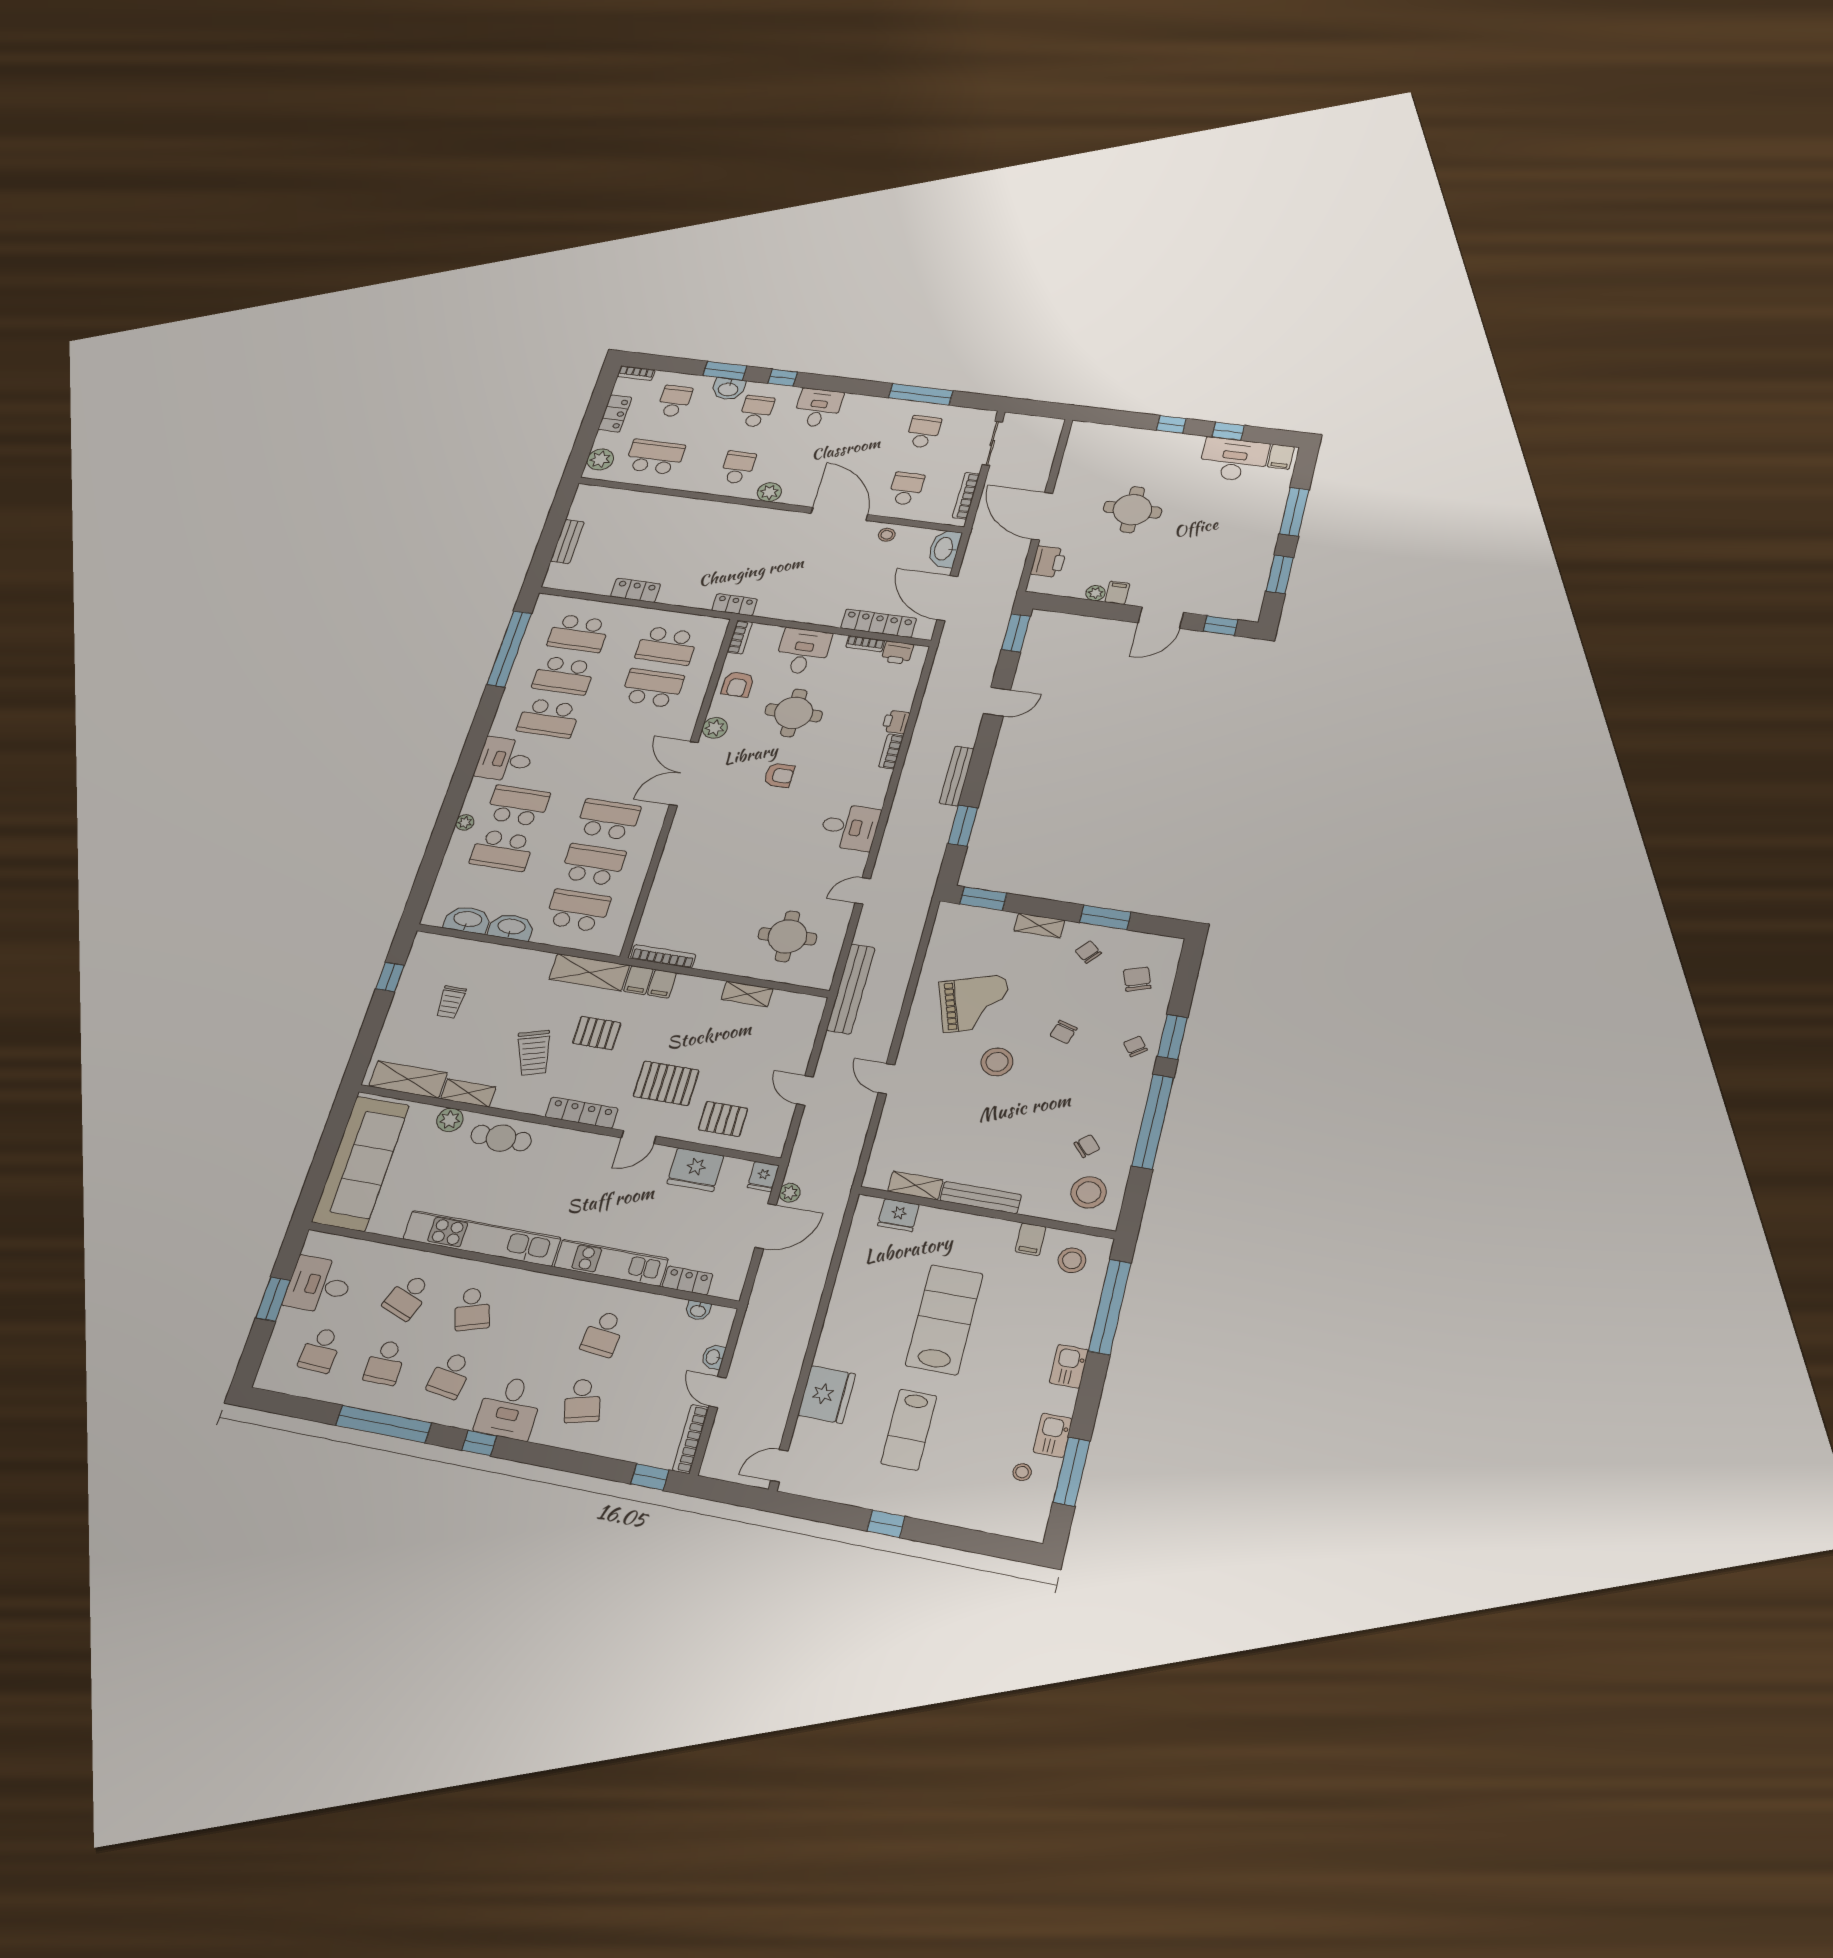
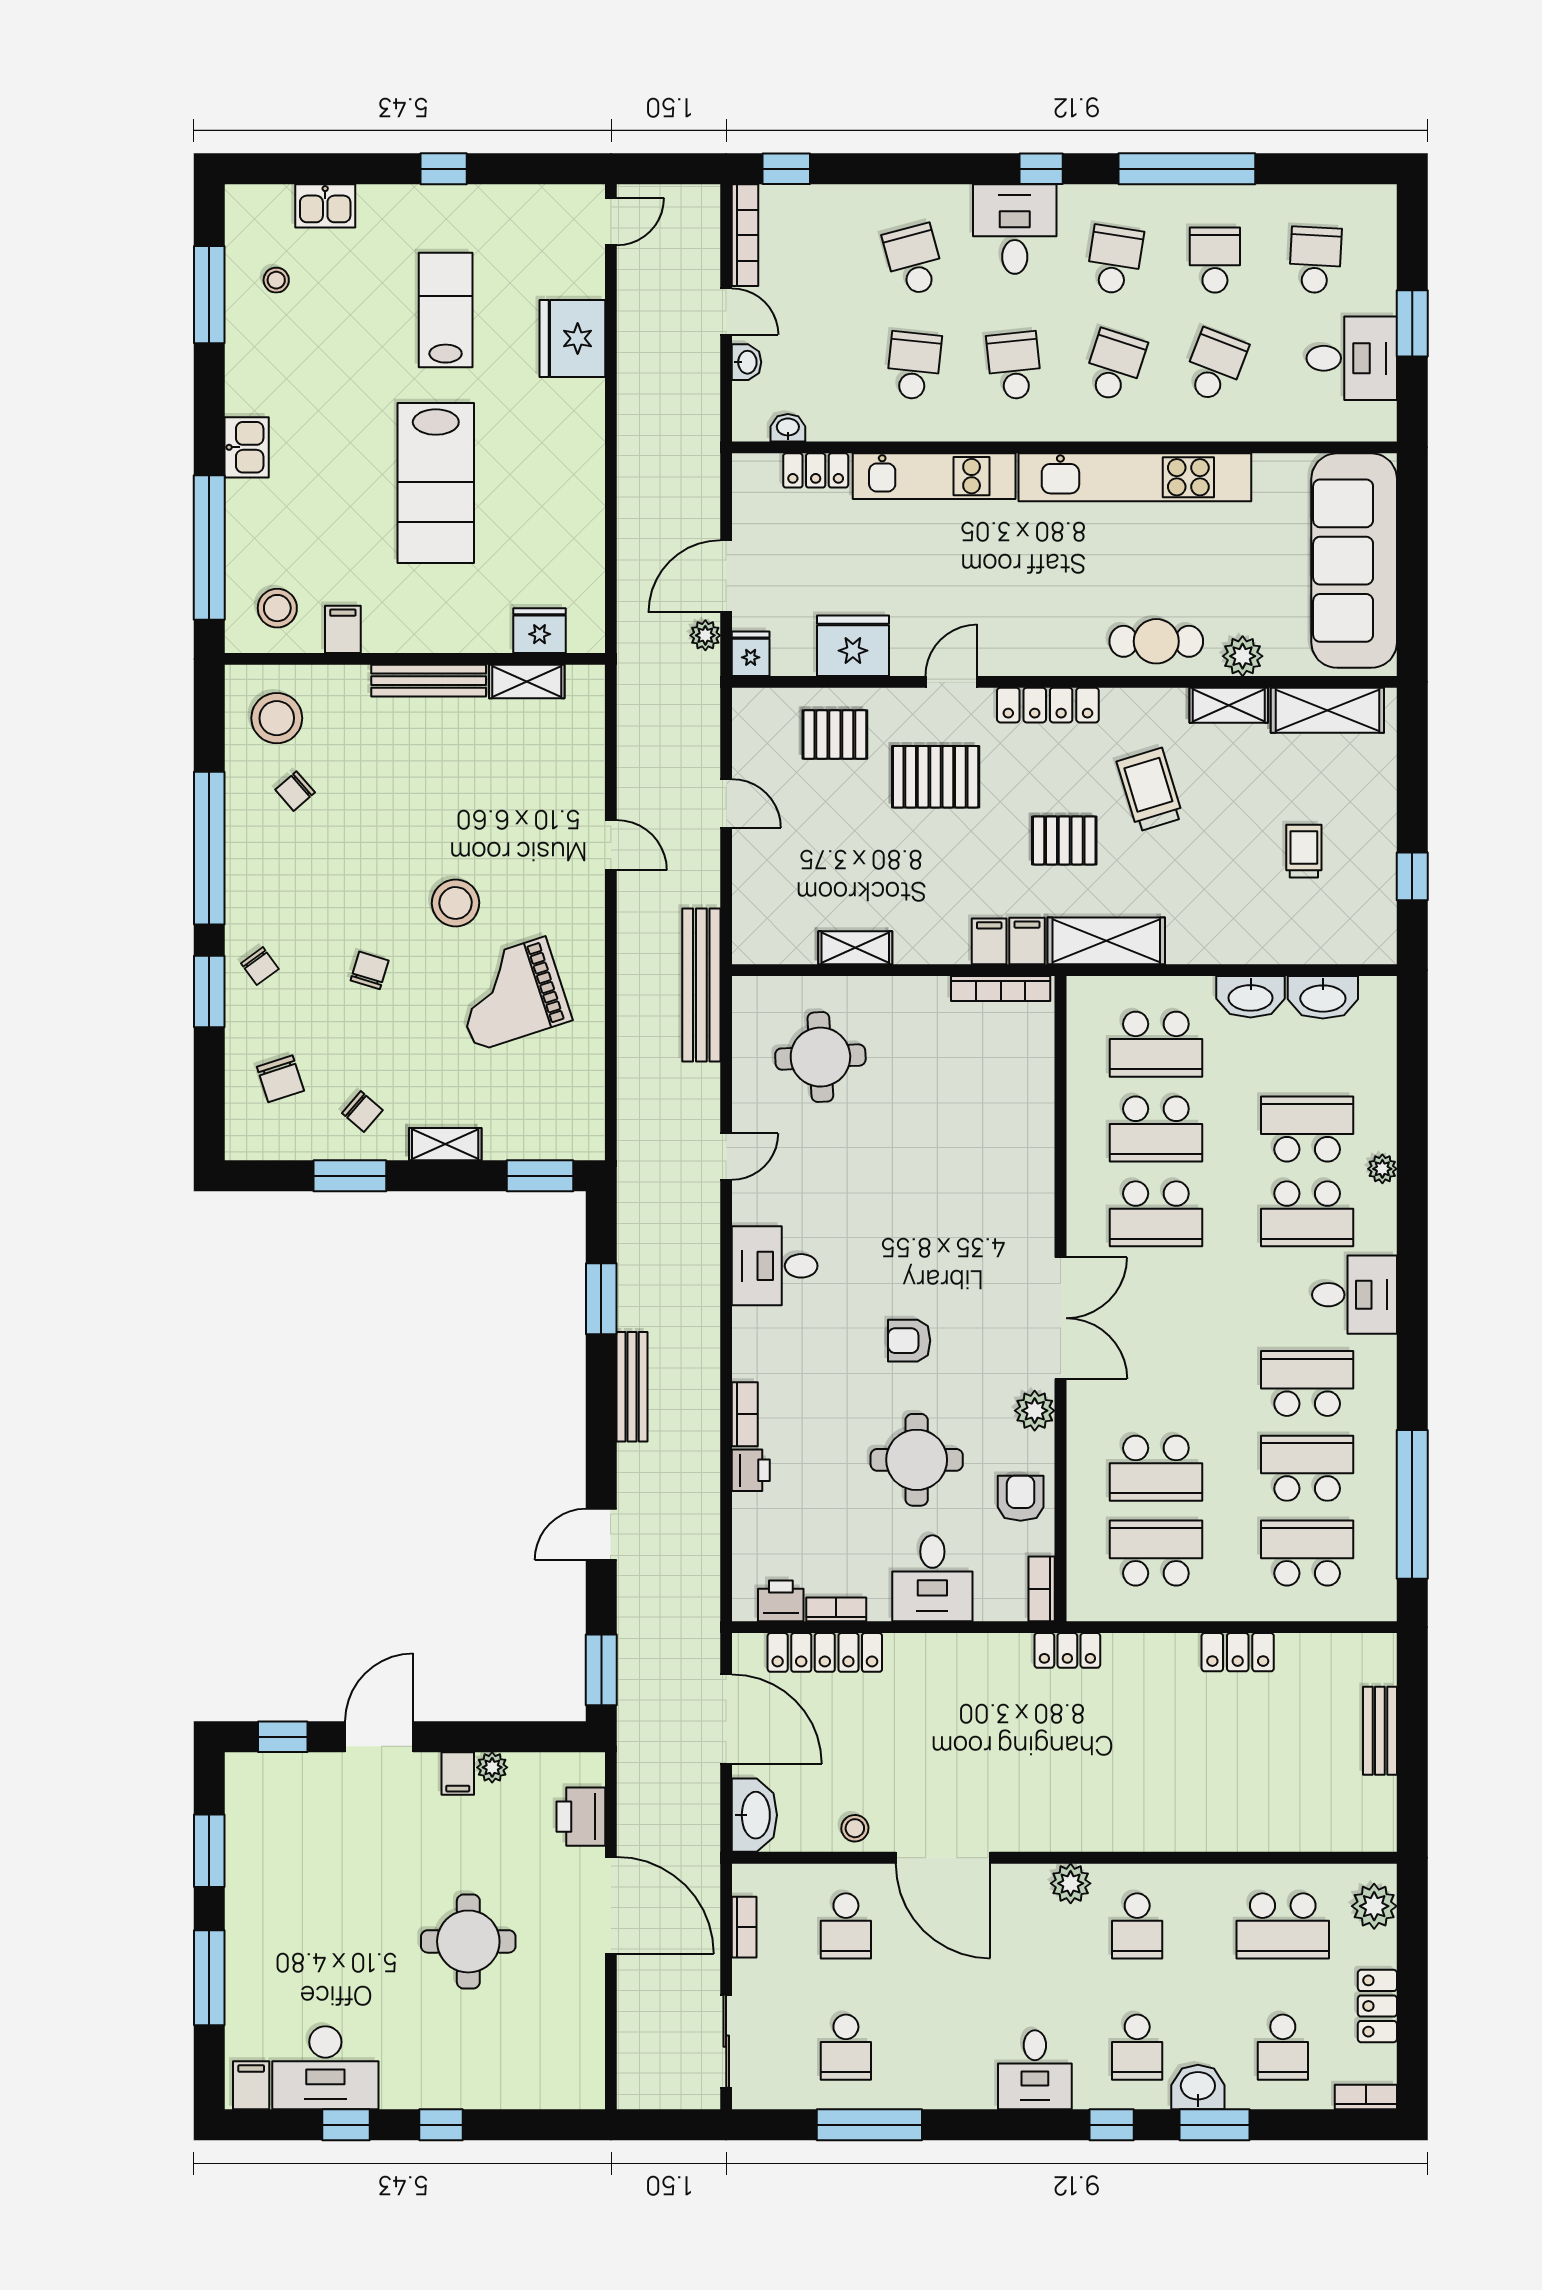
bookcase: (966, 496) -> (744, 1927), width x0.64
school desk: (472, 1309) -> (1115, 366), turned 36
school desk: (537, 1321) -> (1014, 366), added
kitchen sink: (1053, 1435) -> (325, 206), moved, turned 90

